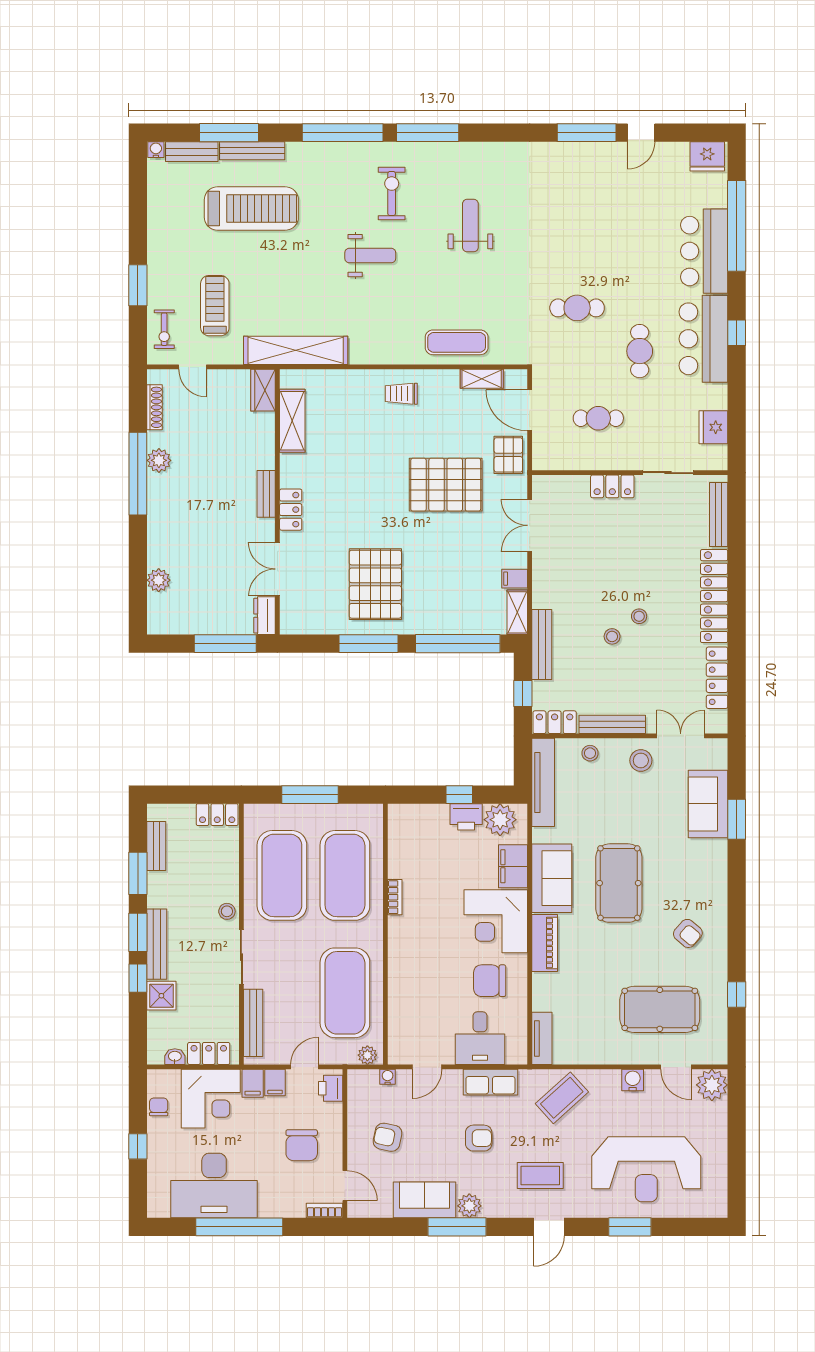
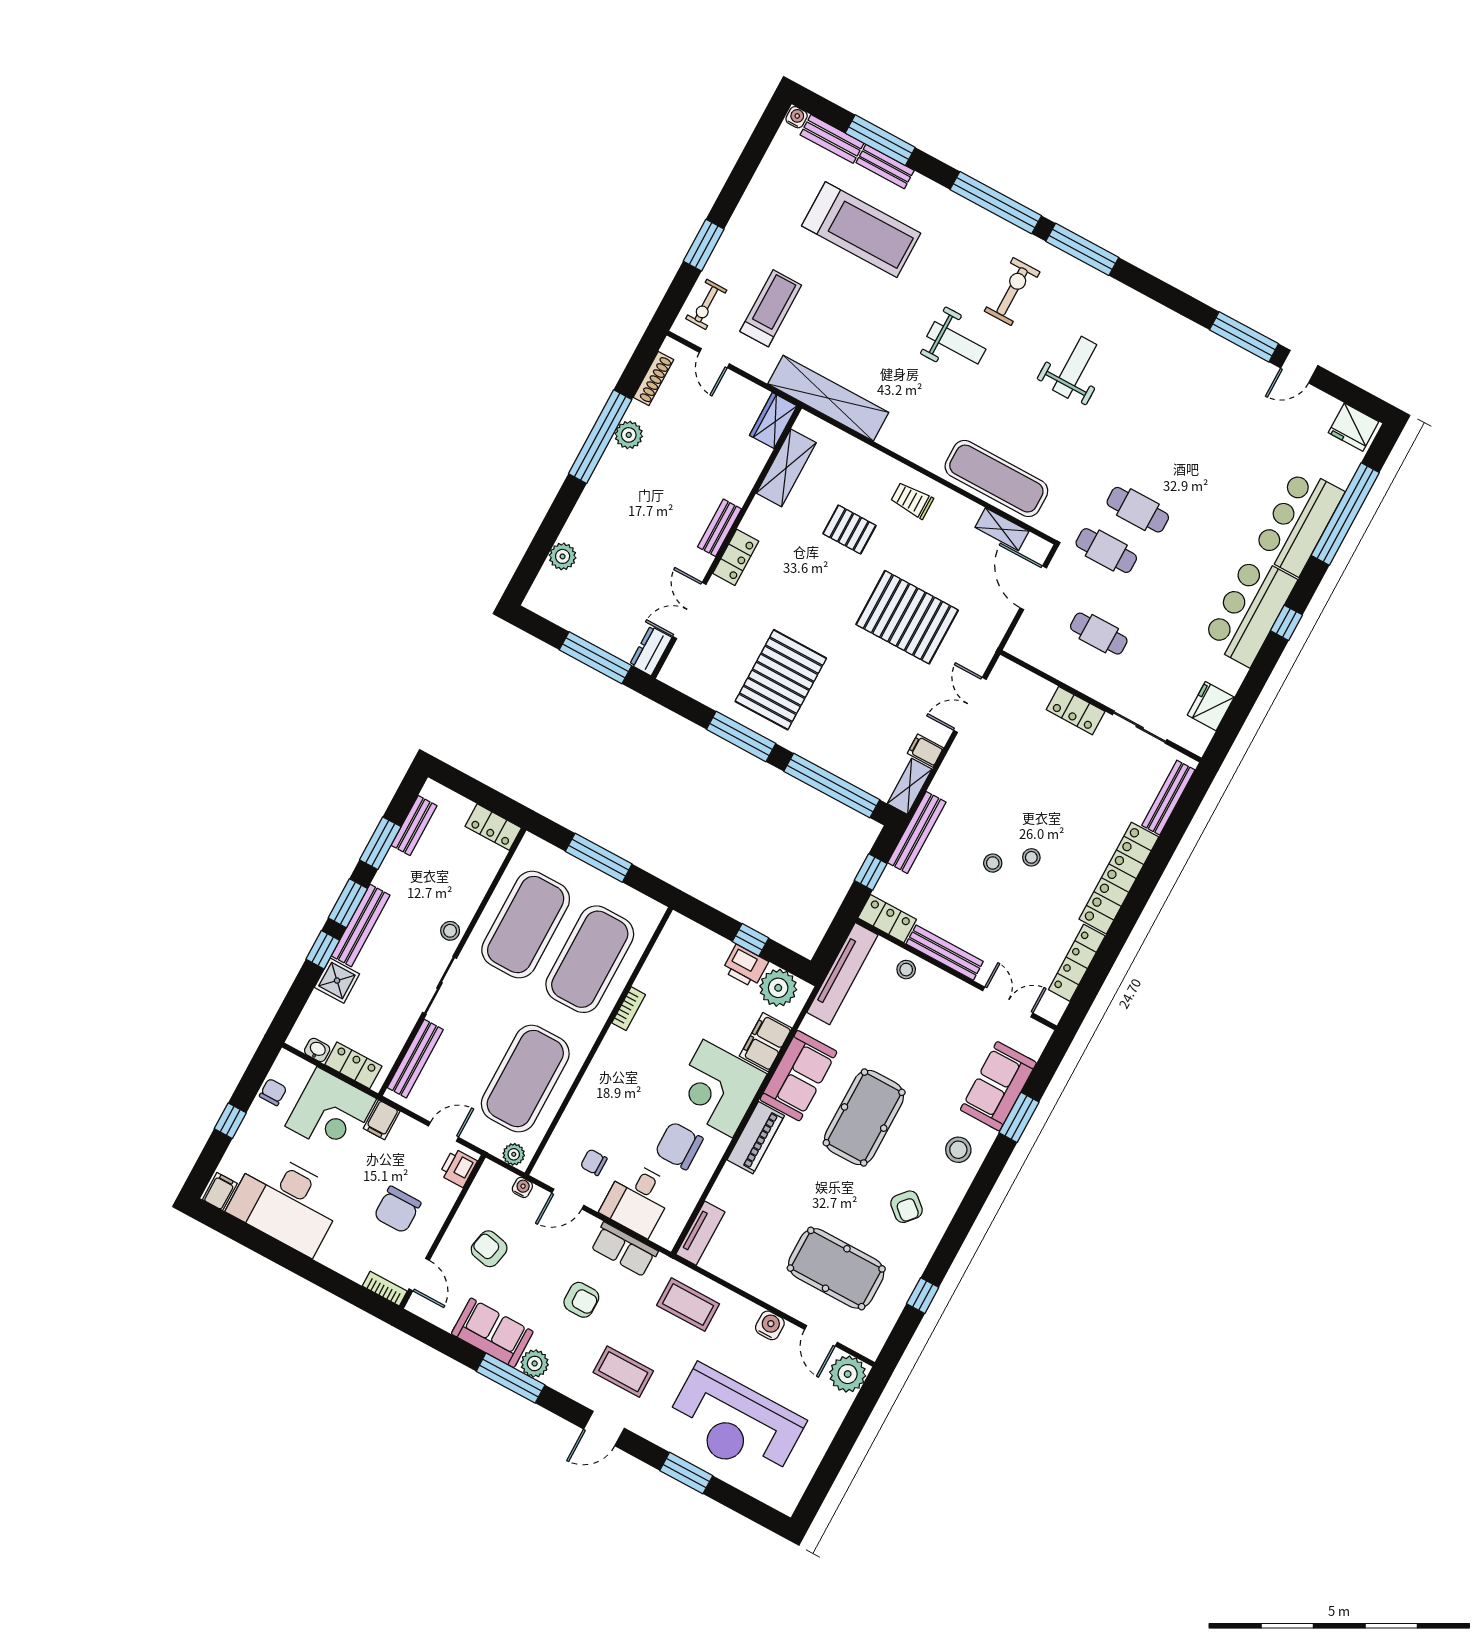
bench: (252, 151) -> (885, 167), width x0.73
exercise mat: (457, 342) -> (996, 479), width x1.36, depth x1.45
cafe table: (640, 351) -> (1106, 551), moved, turned 90
pallet: (508, 455) -> (849, 530), moved, turned 90
stool: (641, 760) -> (958, 1150), moved
chair: (432, 1028) -> (594, 1162), added
filing cabinet: (275, 1083) -> (220, 1191), moved, turned 180
coffee table: (562, 1098) -> (688, 1305), turned 42
window: (239, 1227) -> (289, 1258), removed

